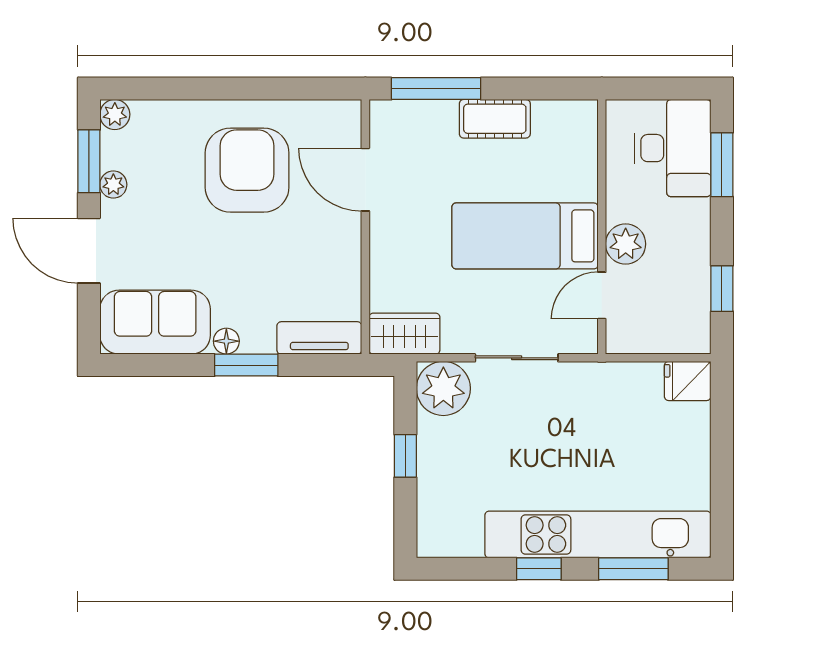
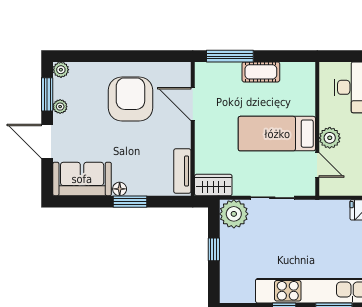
door: (602, 295) -> (317, 165), swing flipped
tv unit: (319, 338) -> (182, 171), moved, turned -90

